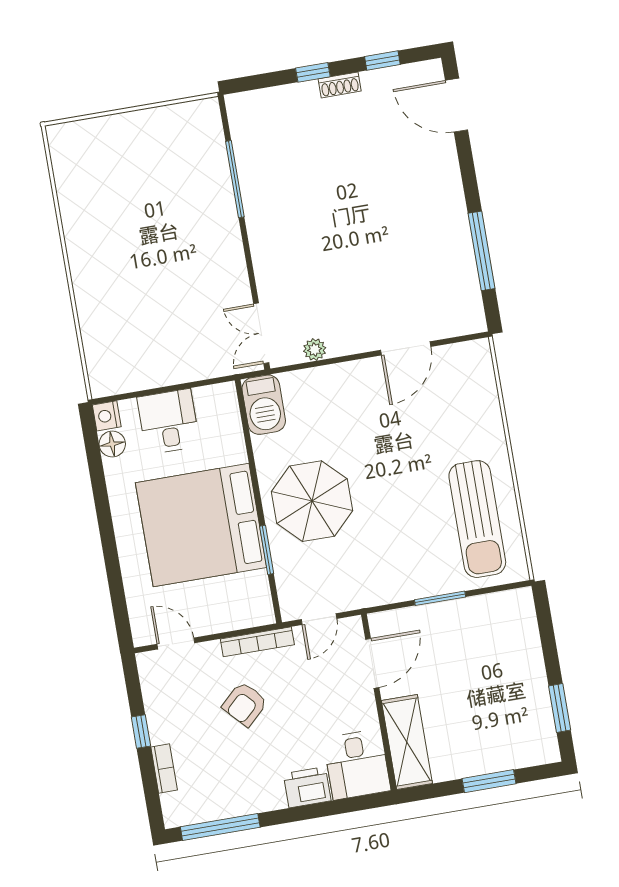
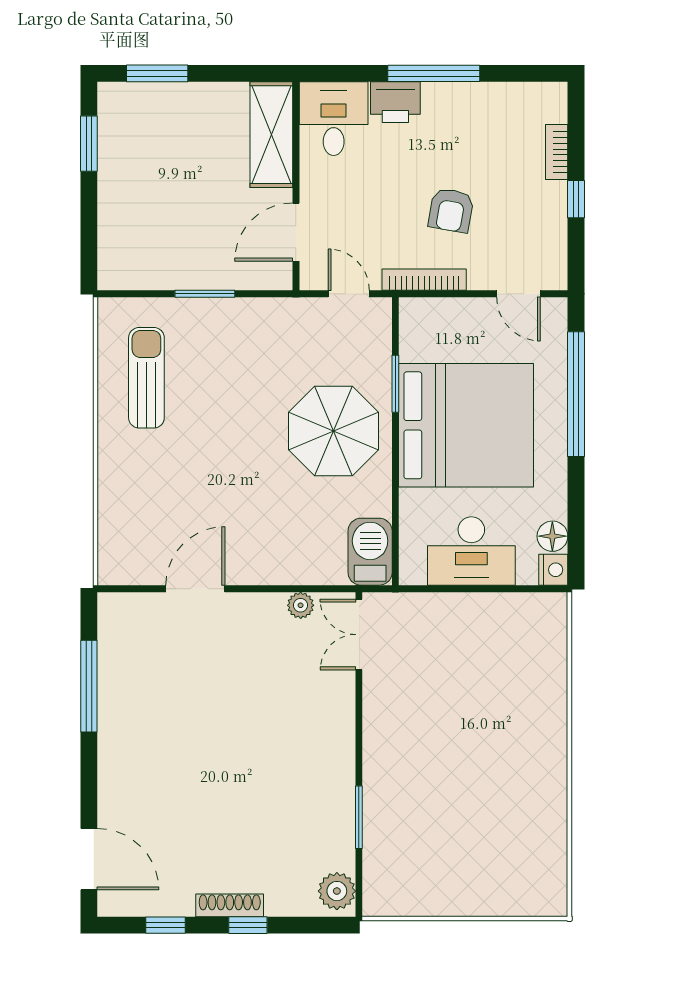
shoe rack: (340, 85) -> (230, 905), width x1.43
plant: (243, 114) -> (337, 891), added
window: (235, 179) -> (359, 817), width x0.69
double door: (261, 333) -> (359, 635), swing flipped
desk: (169, 422) -> (471, 551), width x1.37
sun lounger: (477, 519) -> (146, 378), width x0.73, depth x0.75
window: (113, 567) -> (576, 394), added
door: (319, 619) -> (349, 294), hinge flipped
armchair: (245, 704) -> (451, 210), turned 143
window: (489, 781) -> (157, 73), moved
window: (220, 827) -> (434, 73), moved

